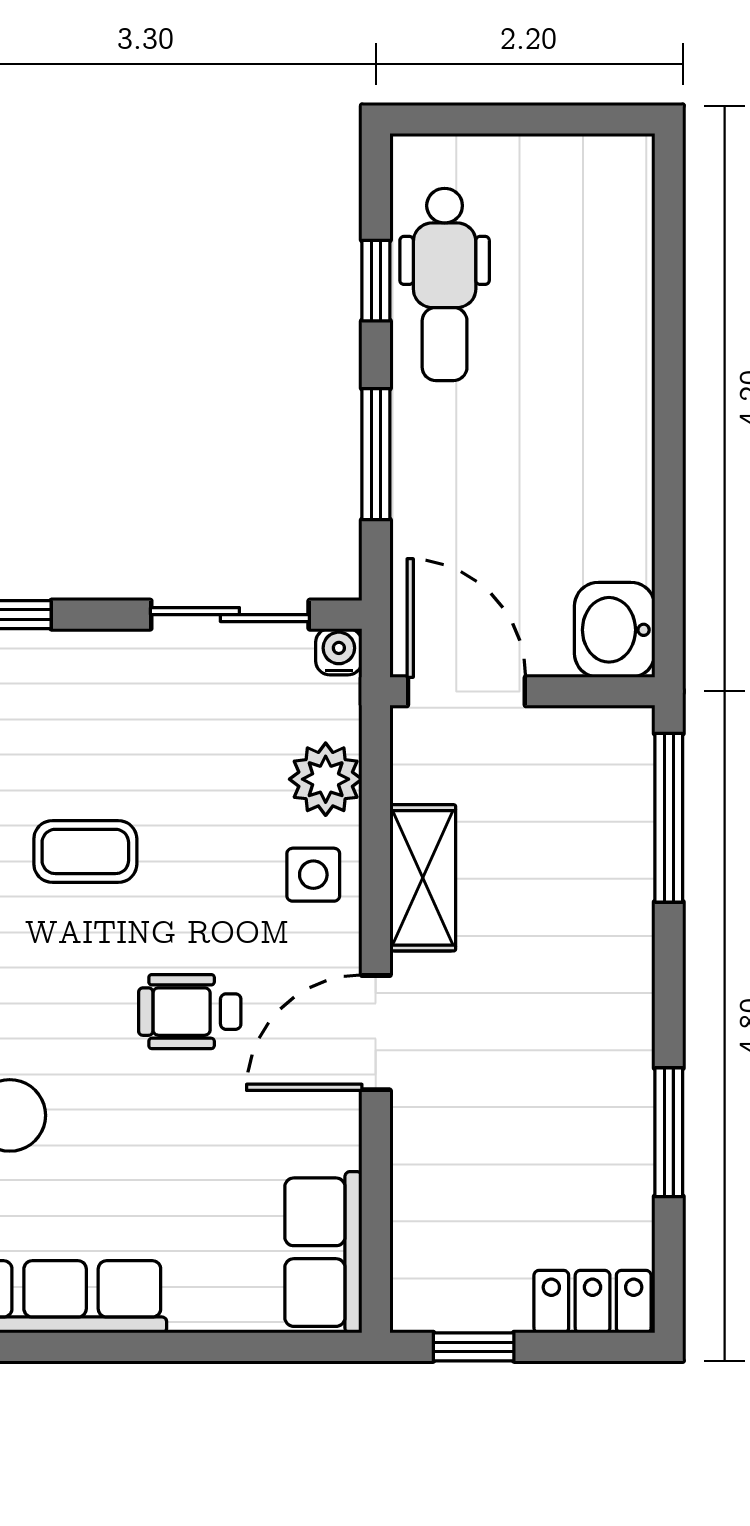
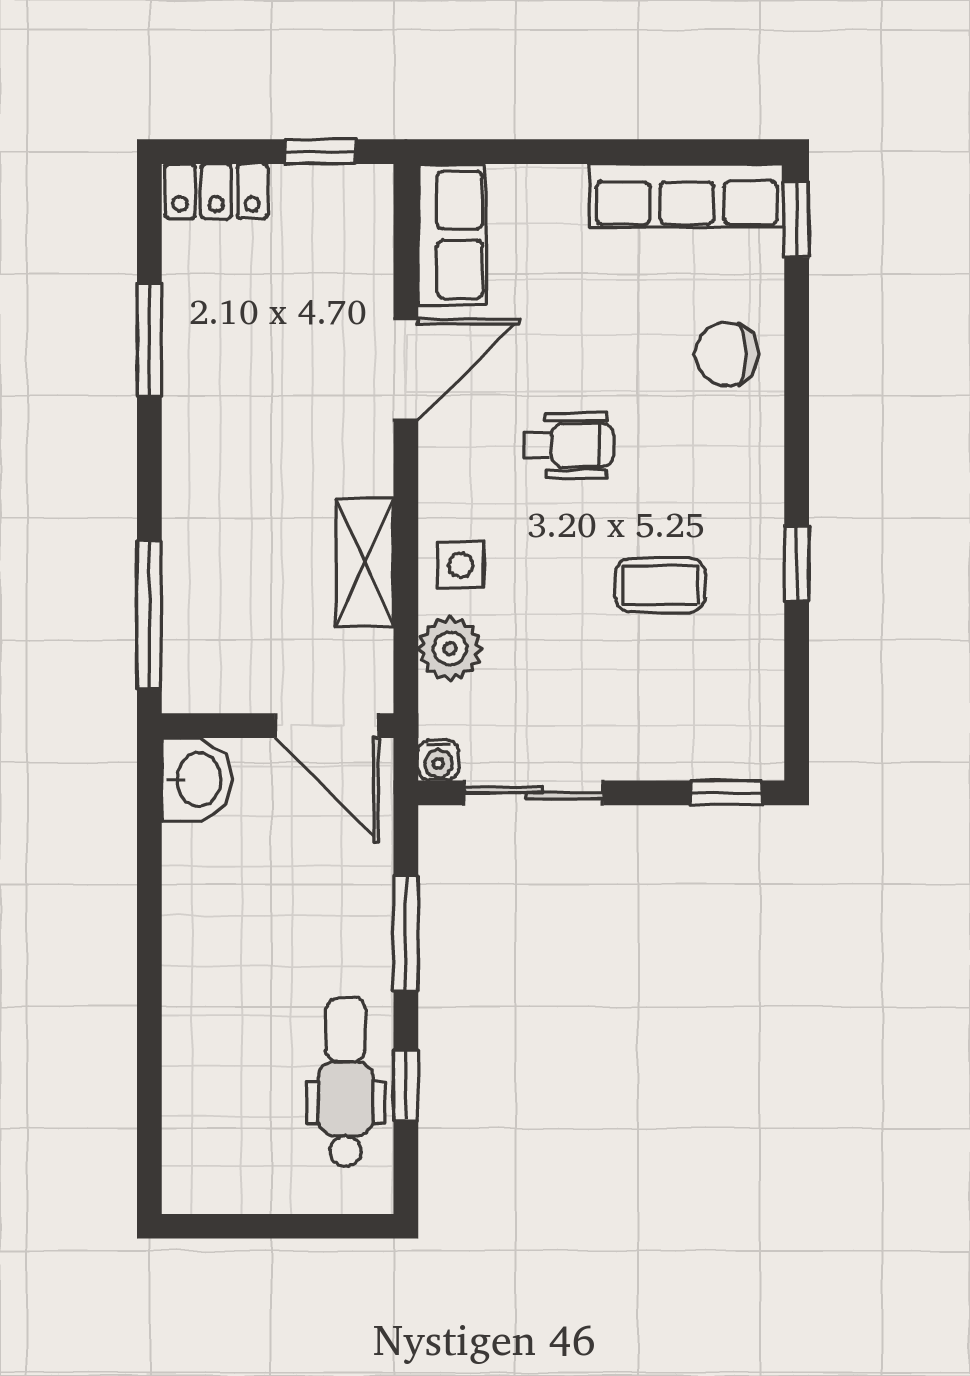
door: (376, 1033) -> (406, 369), moved

